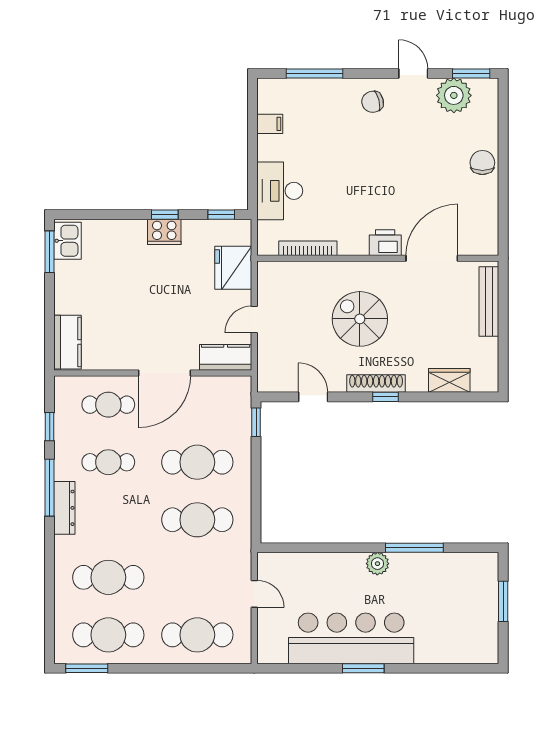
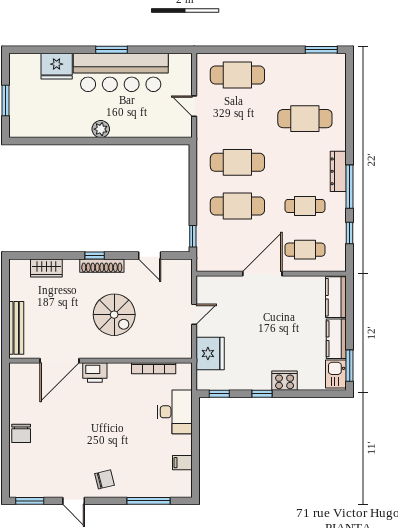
plant: (454, 95) -> (43, 484), removed
cooker: (164, 232) -> (285, 381), moved
kitchen counter: (226, 357) -> (336, 339), moved, turned 90
window: (414, 548) -> (73, 141), removed
cafe table: (108, 635) -> (305, 75), removed
fridge: (436, 647) -> (57, 66), added

